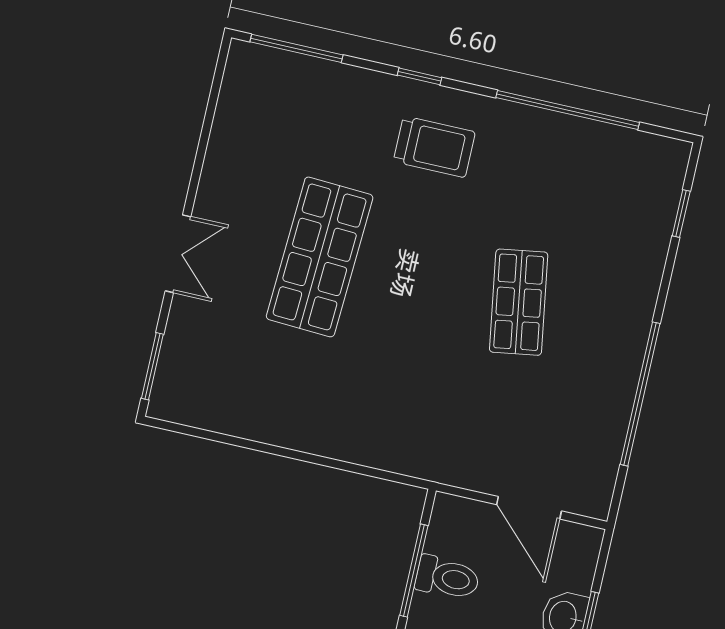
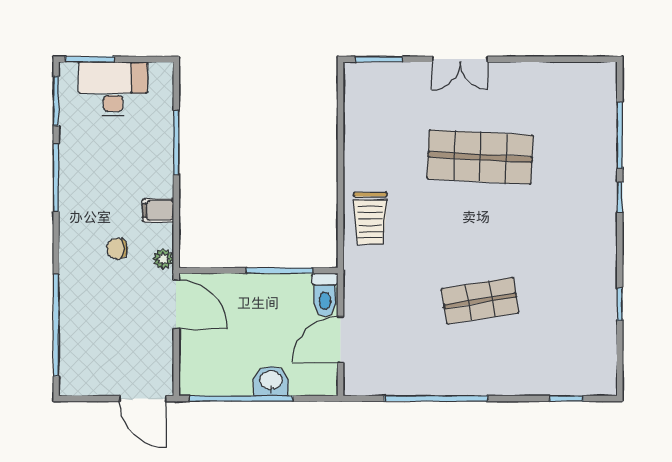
window: (297, 48) -> (620, 135), moved
window: (568, 110) -> (620, 304), width x0.32
trolley: (434, 147) -> (370, 218), moved
toilet: (447, 578) -> (325, 295), moved

